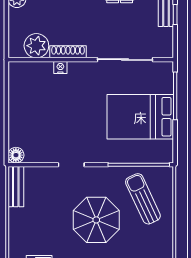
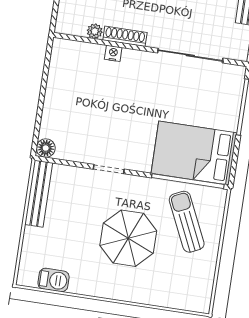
plant: (36, 46) -> (95, 31), width x0.53, depth x0.53
bed: (140, 117) -> (194, 153), moved
bench: (16, 187) -> (39, 194), width x1.36

